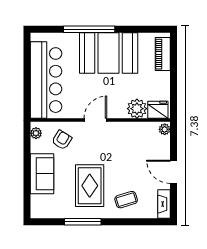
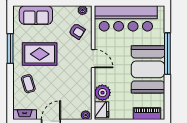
sofa: (42, 174) -> (36, 15), moved

